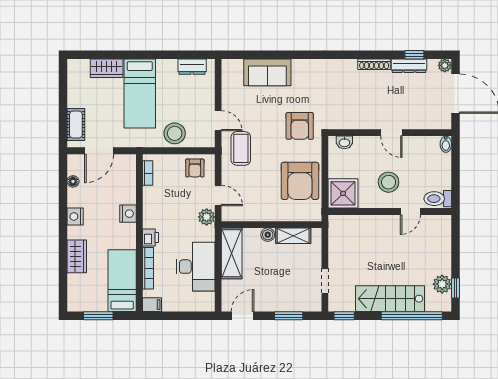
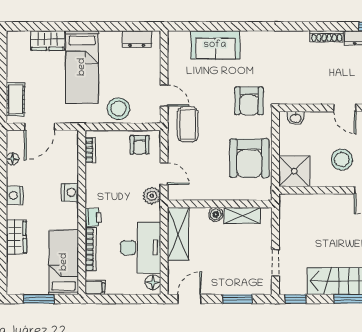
floor lamp: (208, 300) -> (153, 282), added

